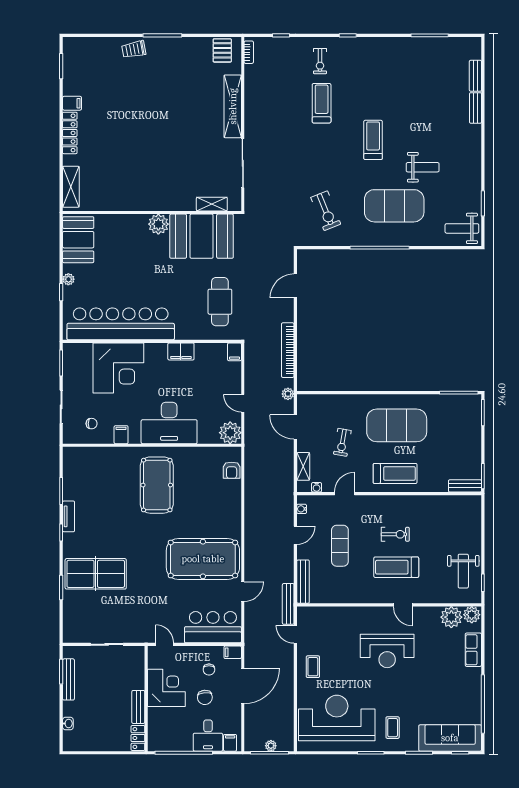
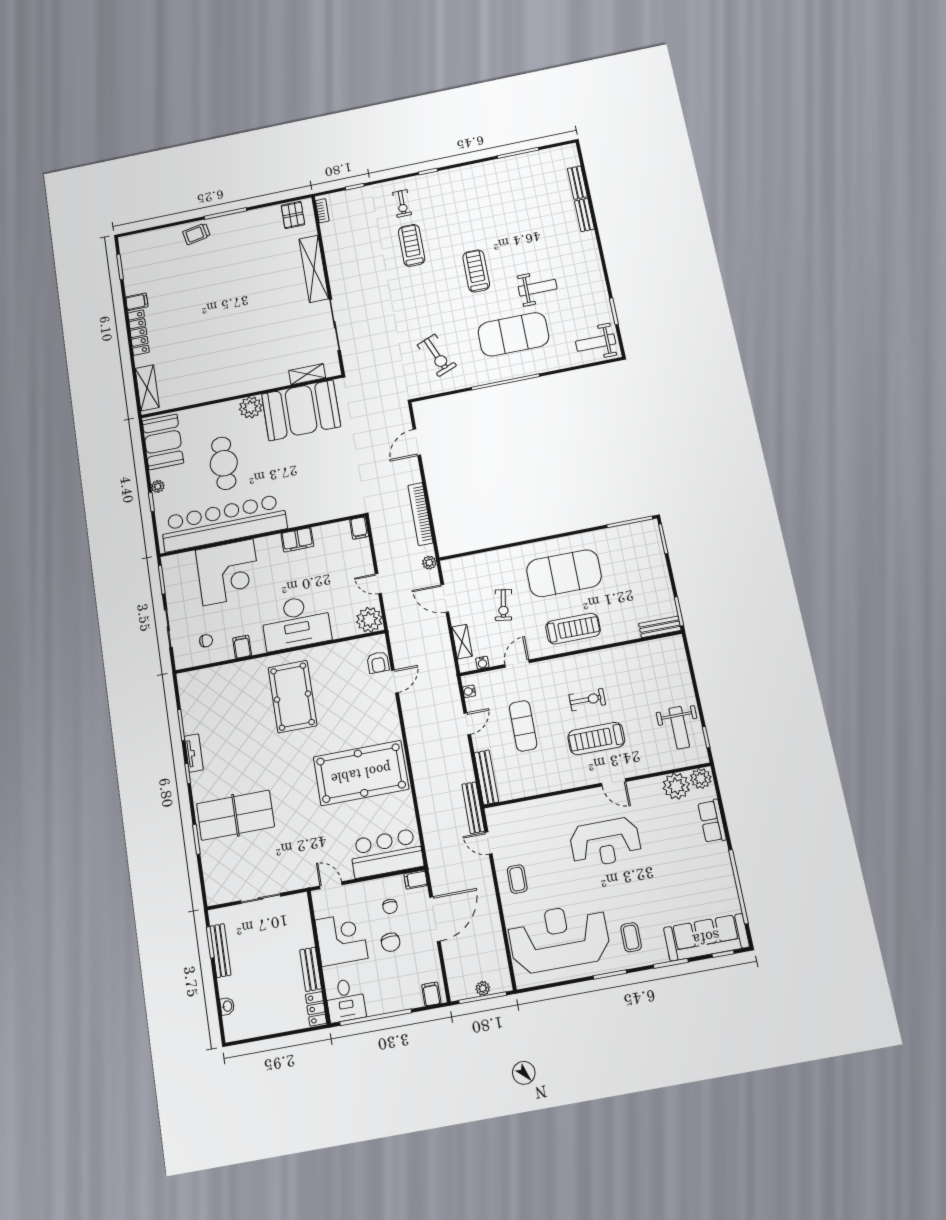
cafe table: (220, 302) -> (224, 463), moved
door: (243, 592) -> (395, 681), moved
desk: (208, 736) -> (345, 1000), moved

